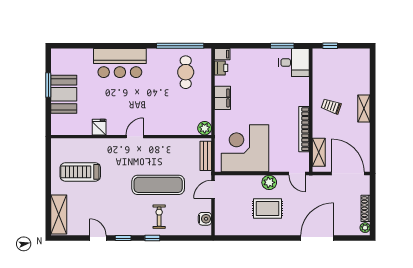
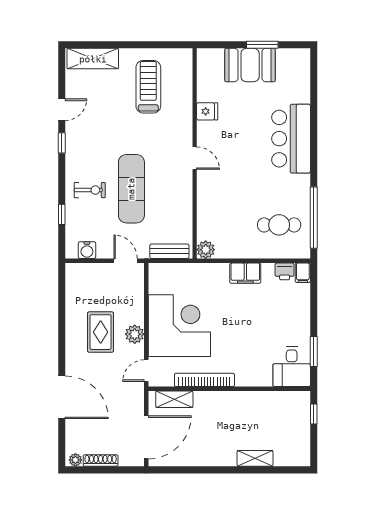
trolley: (331, 106) -> (234, 415), removed
shelving: (364, 108) -> (255, 458), moved
corner desk: (245, 148) -> (179, 326), moved
window: (152, 238) -> (62, 214), moved

